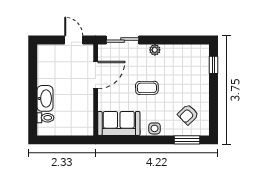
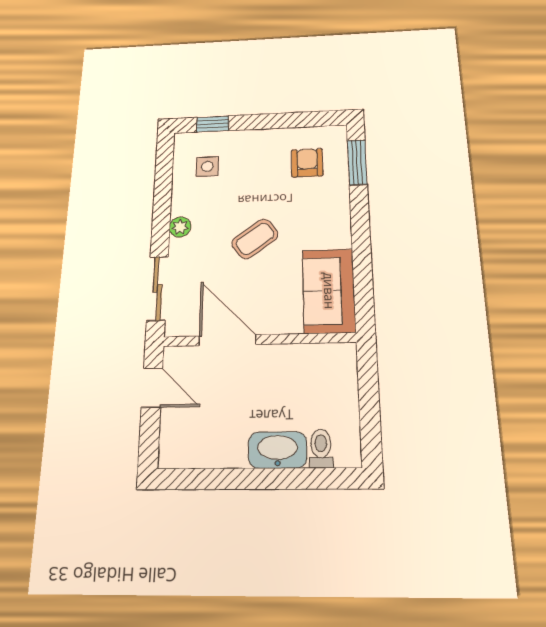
door: (74, 40) -> (152, 388), swing flipped
coffee table: (147, 88) -> (255, 239), turned 55
armchair: (188, 115) -> (307, 163), turned -136
side table: (155, 128) -> (207, 166), moved

